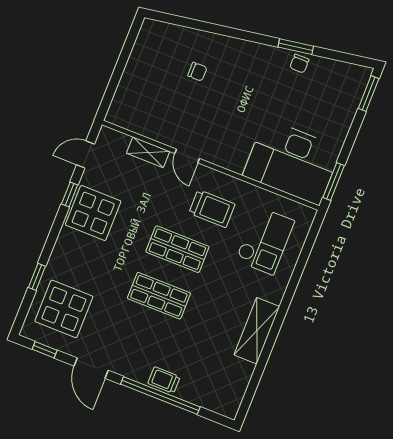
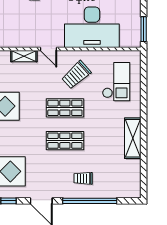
desk: (292, 162) -> (92, 27), moved
trolley: (212, 209) -> (76, 75), turned 138
trolley: (164, 380) -> (83, 178), moved

